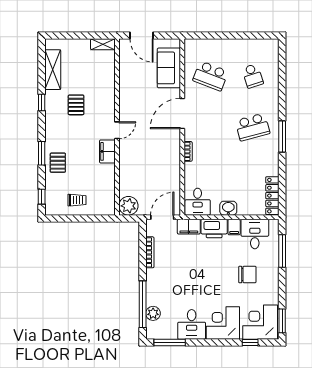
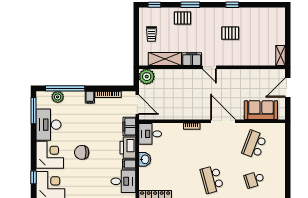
shelving: (53, 70) -> (165, 59), moved
filing cabinet: (153, 274) -> (90, 97), added
chair: (247, 275) -> (82, 152), moved, turned 90
desk: (192, 324) -> (48, 125), width x1.37

